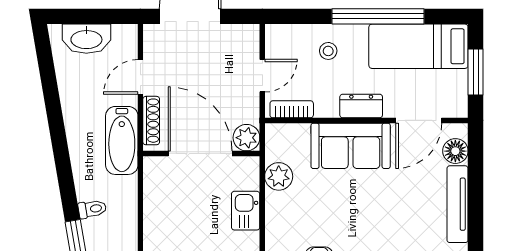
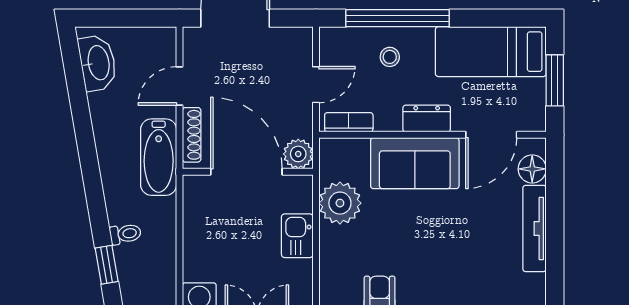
window: (378, 16) -> (397, 18), moved
washbasin: (86, 39) -> (98, 63), moved, turned -100
plant: (279, 176) -> (340, 203), width x1.36, depth x1.36

